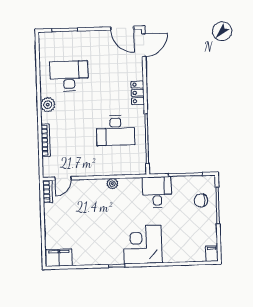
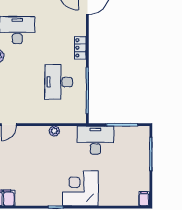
desk: (116, 131) -> (59, 82), turned 90
desk: (157, 192) -> (95, 140), width x1.37
chair: (201, 201) -> (136, 149), removed

